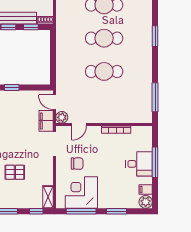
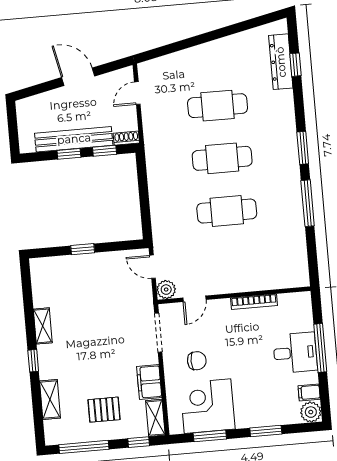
window: (155, 97) -> (308, 203), moved
filing cabinet: (46, 121) -> (149, 382), moved
pallet: (15, 172) -> (104, 410), moved
window: (81, 211) -> (210, 436), width x0.69

